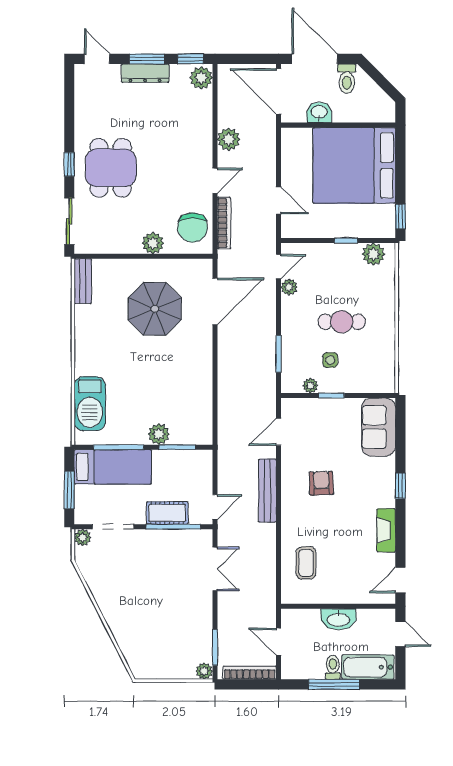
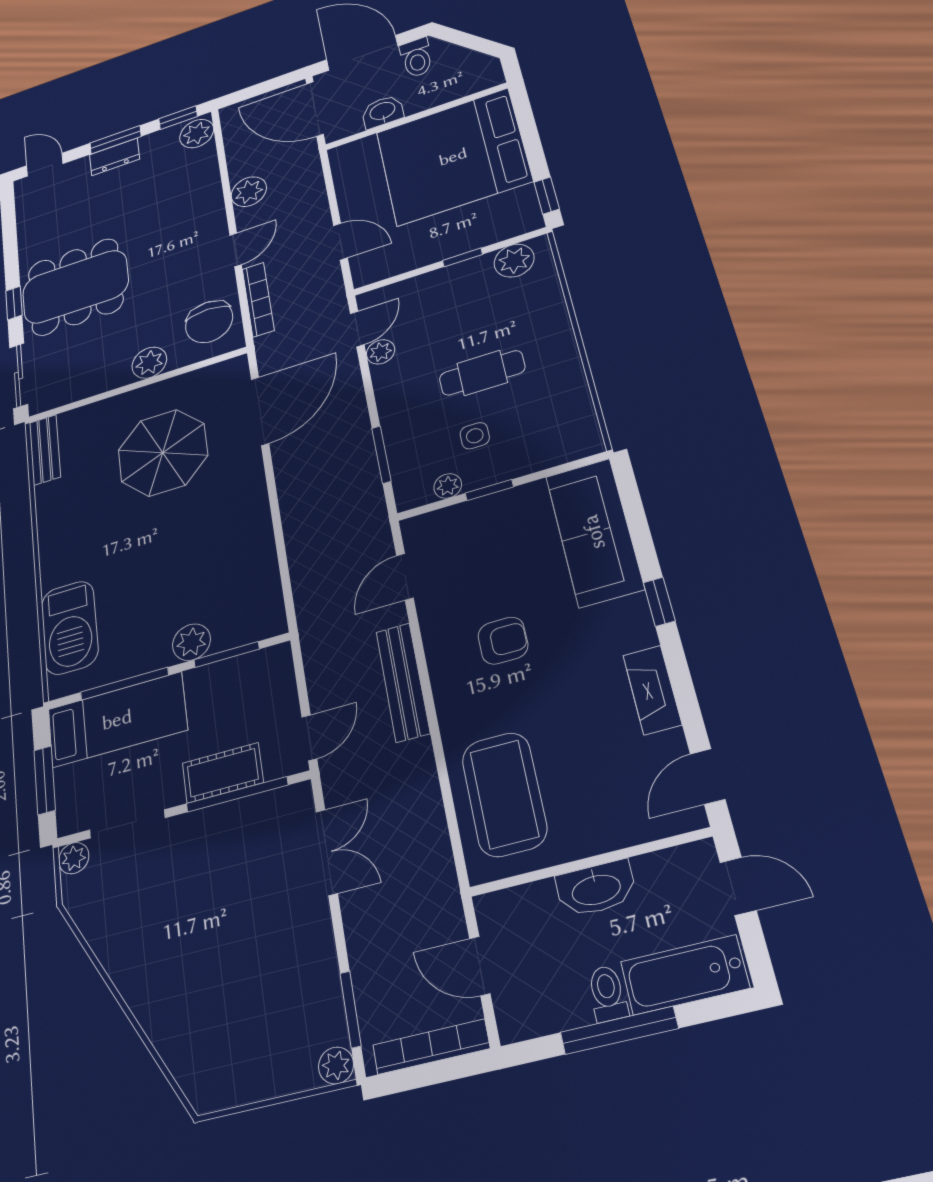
dresser: (145, 73) -> (114, 157), width x0.70
dining table: (111, 168) -> (75, 287), width x1.38
sofa: (379, 427) -> (594, 532), width x1.36
armchair: (321, 483) -> (503, 641), turned 92
coffee table: (306, 563) -> (504, 794), width x1.86, depth x1.72

